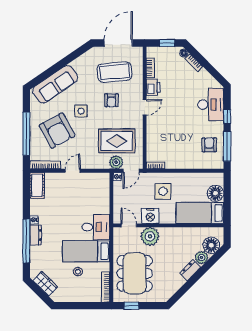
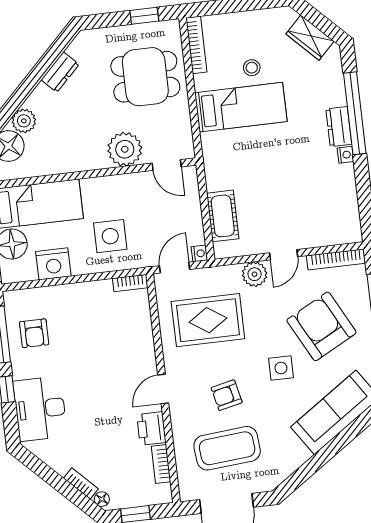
armchair: (111, 100) -> (227, 395), turned -103
plant: (116, 162) -> (255, 274), moved
cot: (37, 186) -> (223, 216), moved
nightstand: (150, 216) -> (53, 264), moved, turned 180
desk: (96, 227) -> (228, 155), removed
dresser: (190, 270) -> (60, 72), moved
dining table: (135, 273) -> (145, 77), width x0.73

